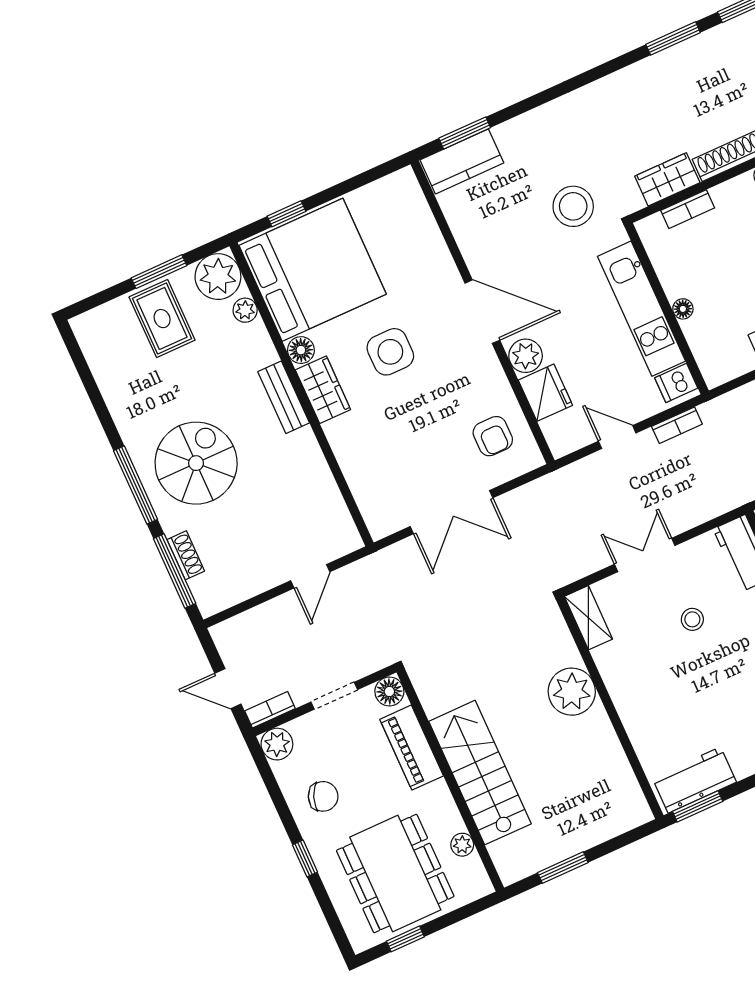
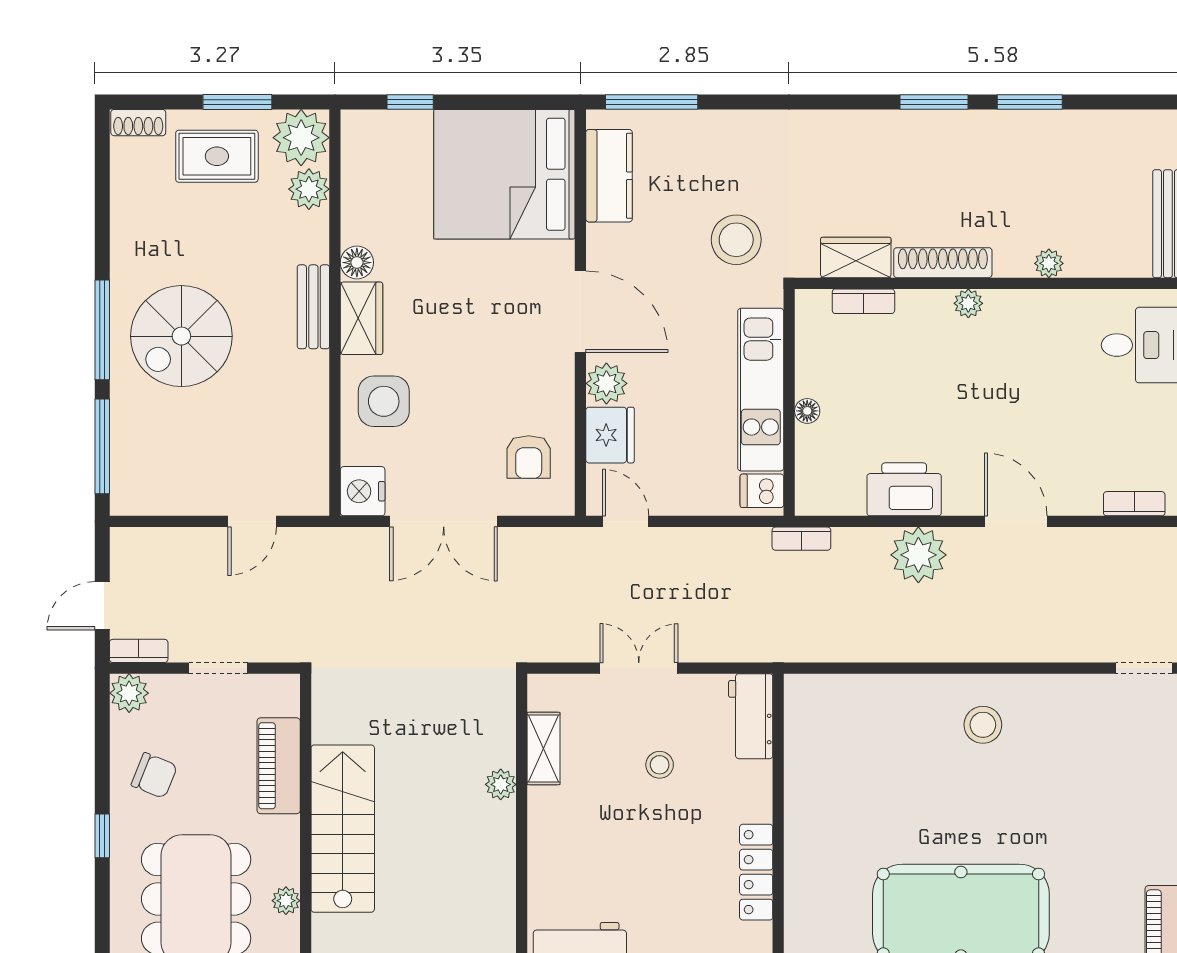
window: (465, 133) -> (652, 102), width x1.44
kitchen counter: (462, 161) -> (609, 176), moved, turned -90
bed: (313, 270) -> (504, 174), moved, turned 180
plant: (245, 310) -> (309, 189), width x1.38, depth x1.38
rug: (162, 319) -> (217, 156), turned 90
side table: (390, 352) -> (384, 401), moved
bookcase: (677, 425) -> (801, 539), moved
door: (617, 437) -> (626, 521), moved
spiral stairs: (196, 463) -> (181, 336), turned 180
nightstand: (382, 517) -> (363, 491), added
shoe rack: (186, 555) -> (138, 123), moved, turned 90
shelving: (588, 618) -> (544, 748), moved
door: (228, 689) -> (102, 606), hinge flipped
floor lamp: (389, 692) -> (282, 691), removed
plant: (572, 692) -> (501, 784), width x0.53, depth x0.53

